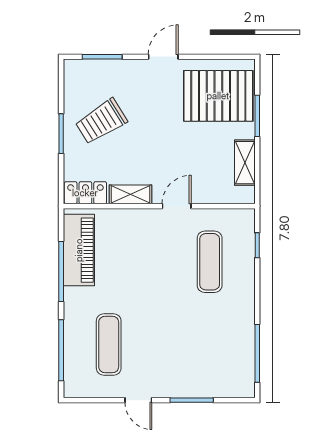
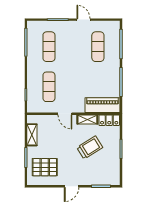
pallet: (218, 96) -> (45, 167), width x0.73, depth x0.71
trolley: (101, 121) -> (90, 148), moved
door: (177, 206) -> (65, 114), hinge flipped
piano: (79, 250) -> (103, 105), moved, turned 90
exercise mat: (210, 344) -> (49, 47), added

